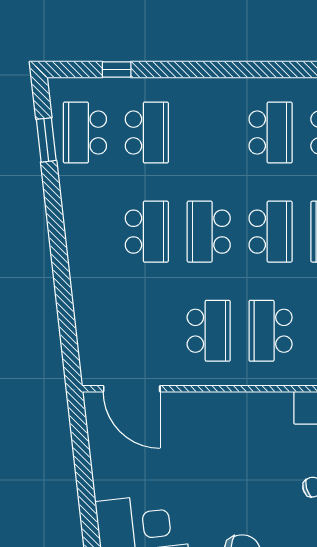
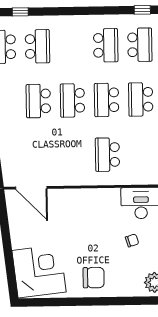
school desk: (147, 232) -> (38, 101), turned 180
school desk: (271, 232) -> (107, 100), turned 180
school desk: (209, 331) -> (73, 155), removed

